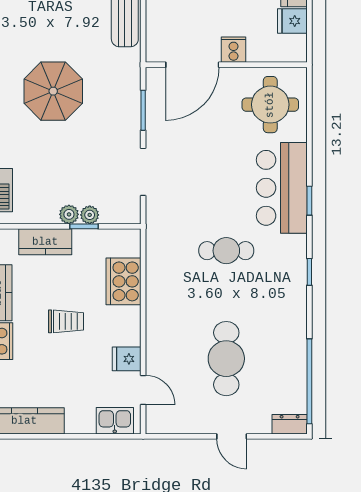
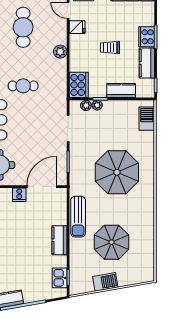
parasol: (53, 91) -> (117, 172), width x1.36, depth x1.36
plant: (69, 214) -> (86, 105), moved
cooker: (123, 281) -> (79, 85), moved
plant: (158, 314) -> (60, 52), added

